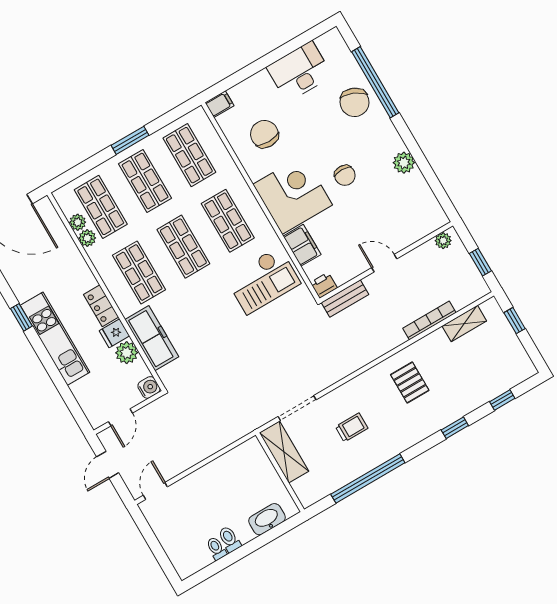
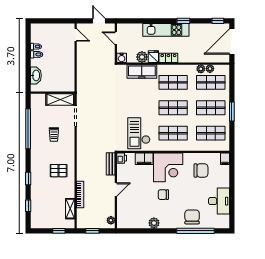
chair: (355, 102) -> (192, 217), turned 67

